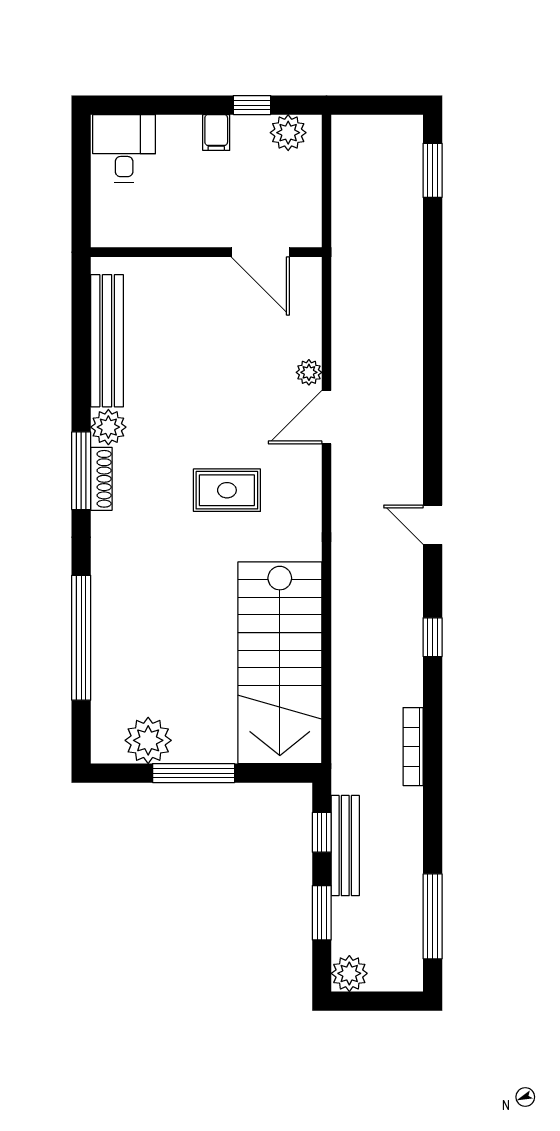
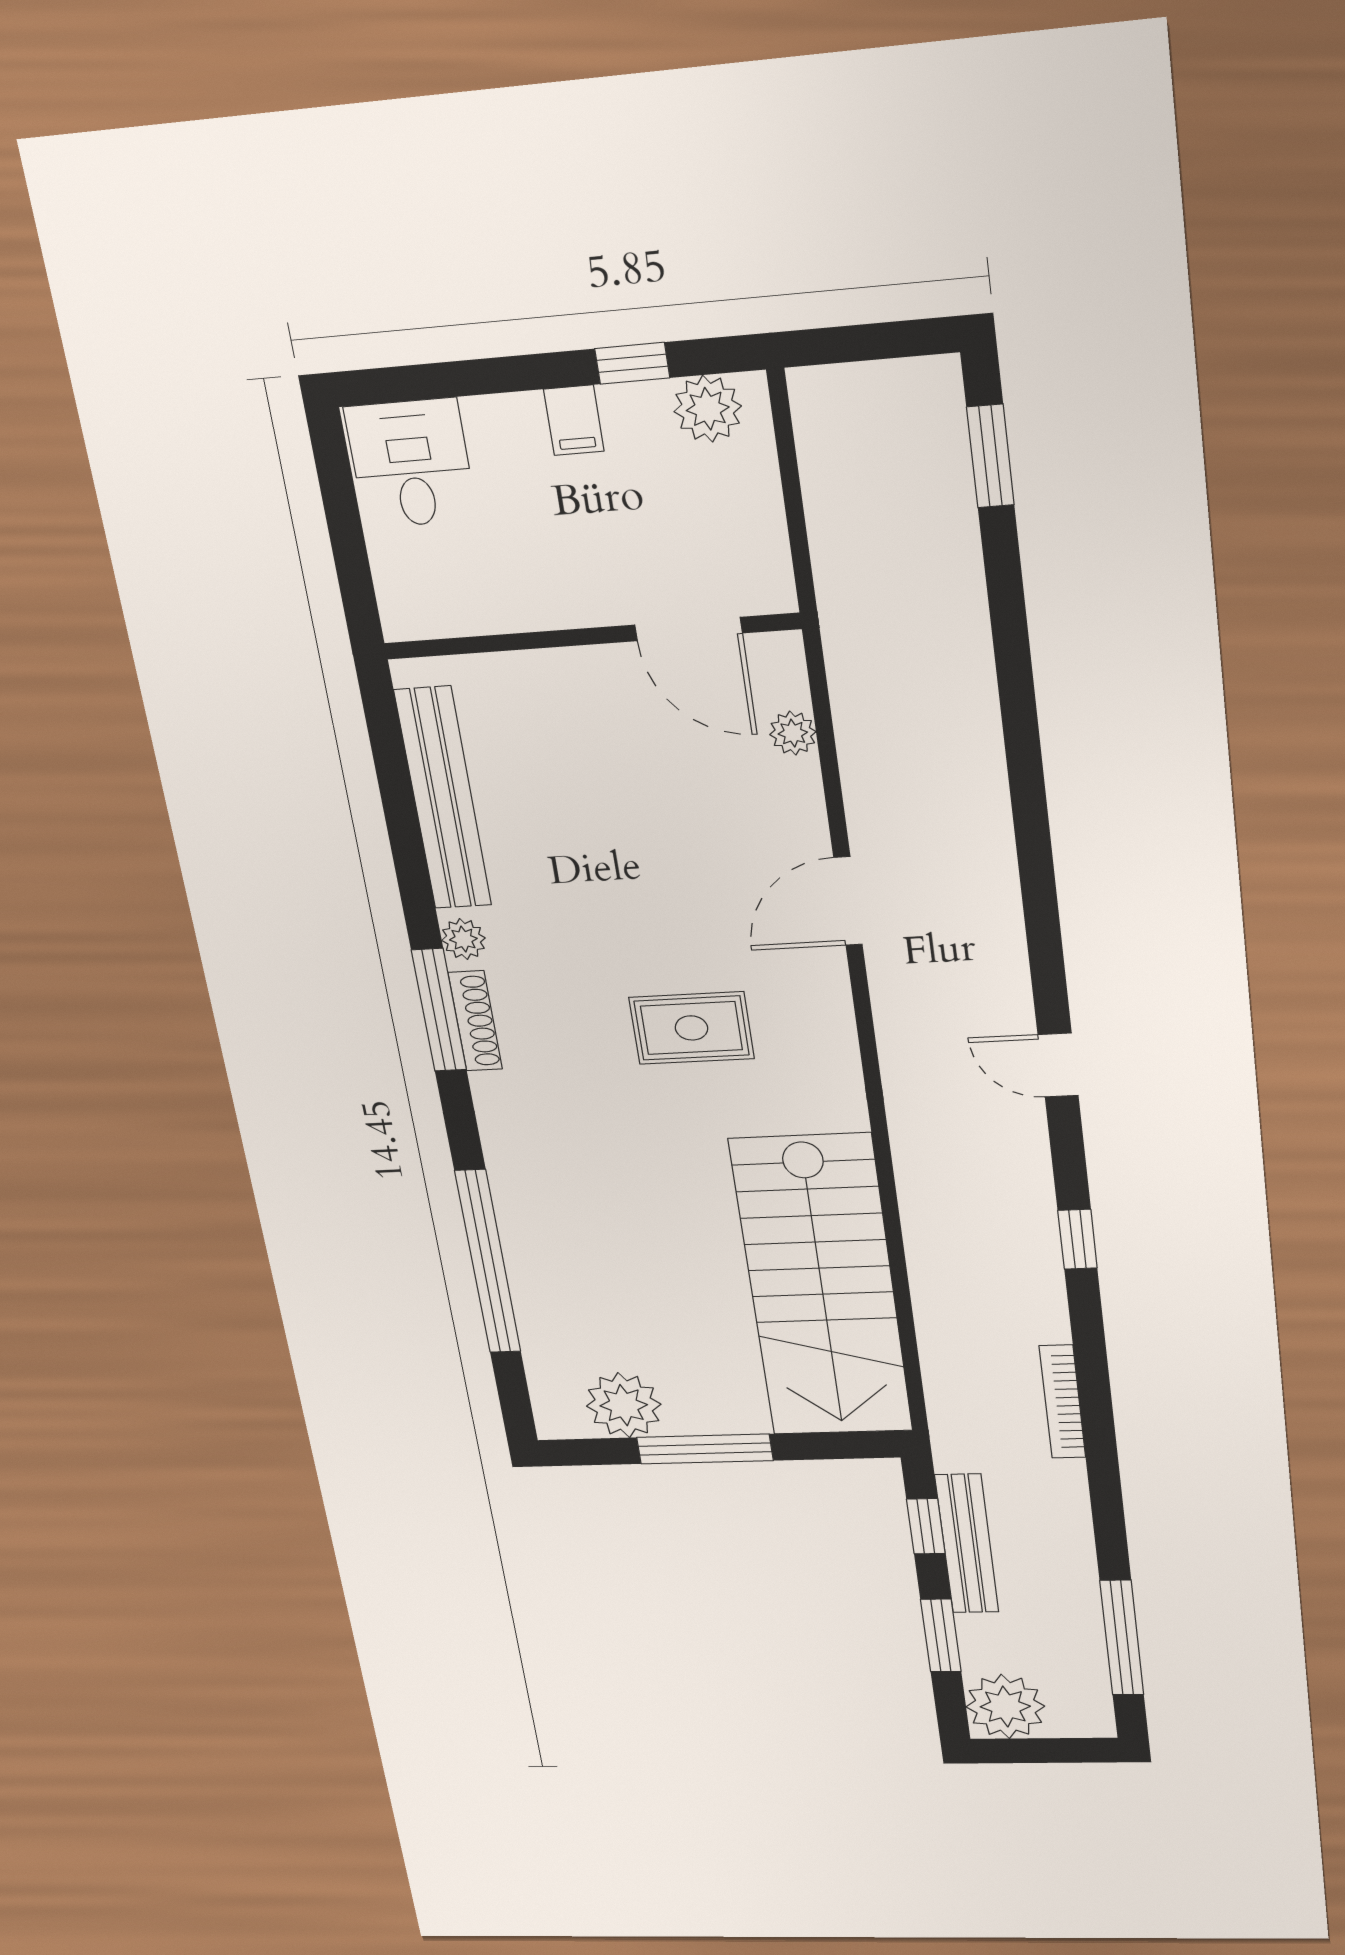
plant: (309, 372) -> (793, 733), moved
plant: (108, 427) -> (463, 939), width x0.73, depth x0.73
plant: (349, 973) -> (1005, 1706), width x1.36, depth x1.36

